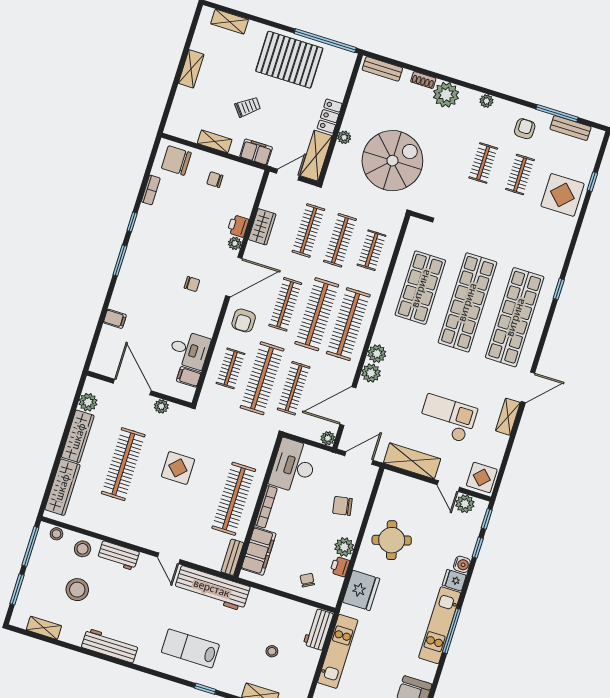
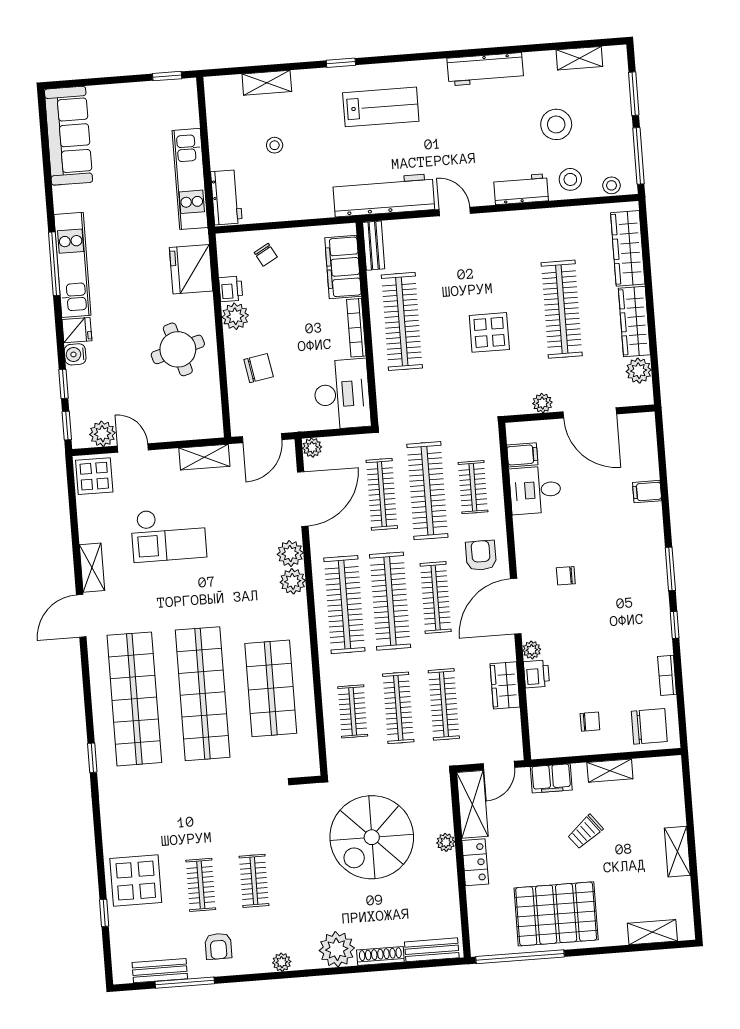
shoe rack: (423, 80) -> (380, 956), width x1.43
shelving: (412, 461) -> (204, 457), width x0.67, depth x0.75

